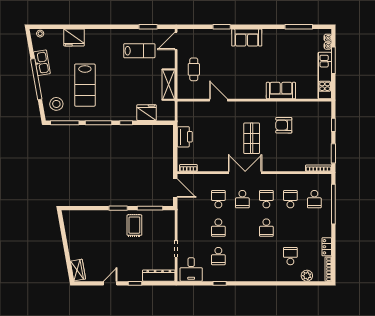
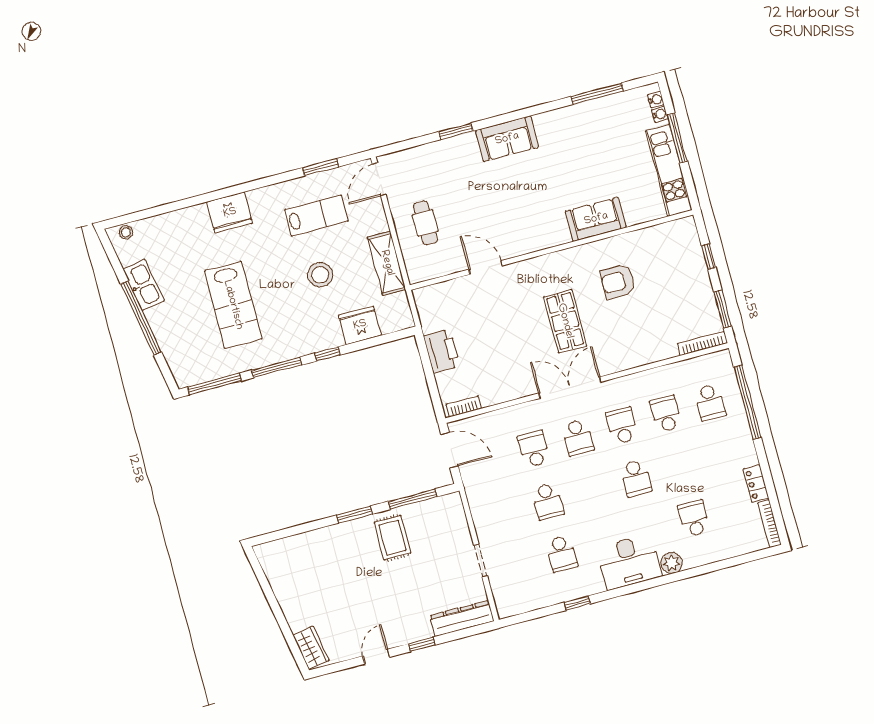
fridge: (74, 38) -> (230, 213), moved
stool: (56, 104) -> (320, 275), moved
desk: (191, 269) -> (629, 562), moved, width x1.37
plant: (307, 276) -> (672, 563), moved

